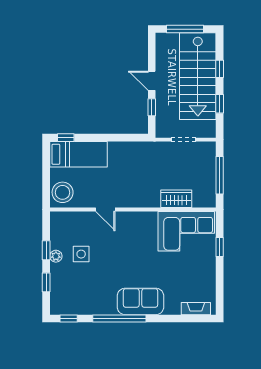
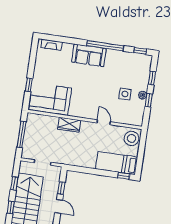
wardrobe: (176, 199) -> (69, 125), moved

